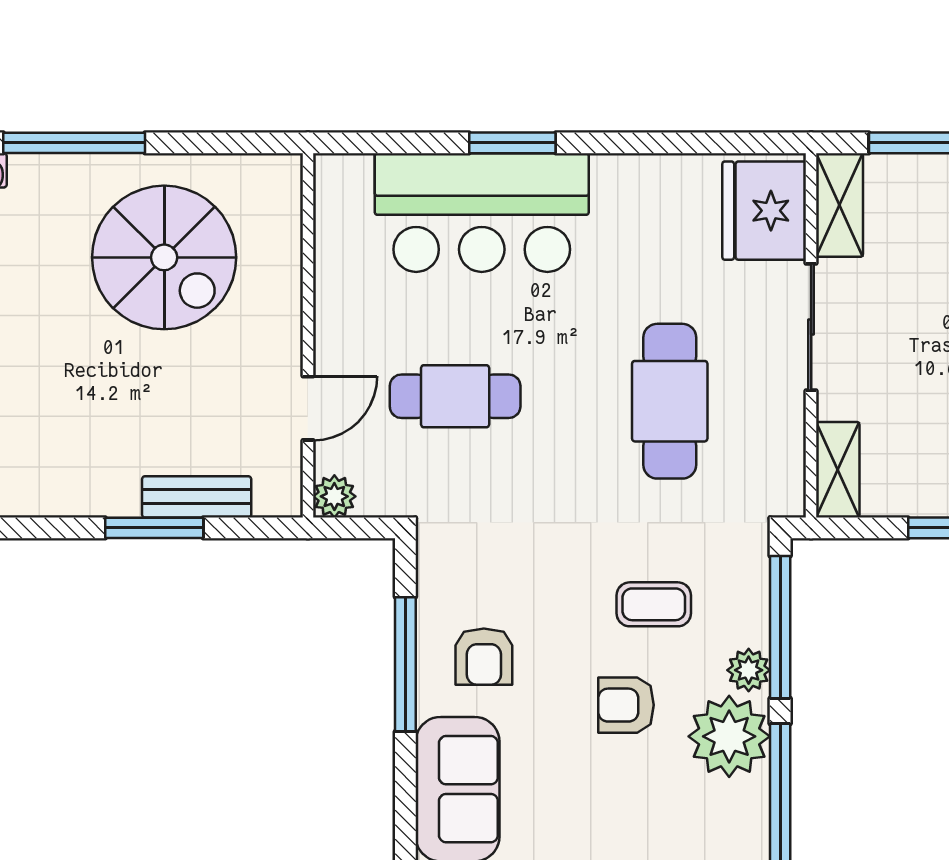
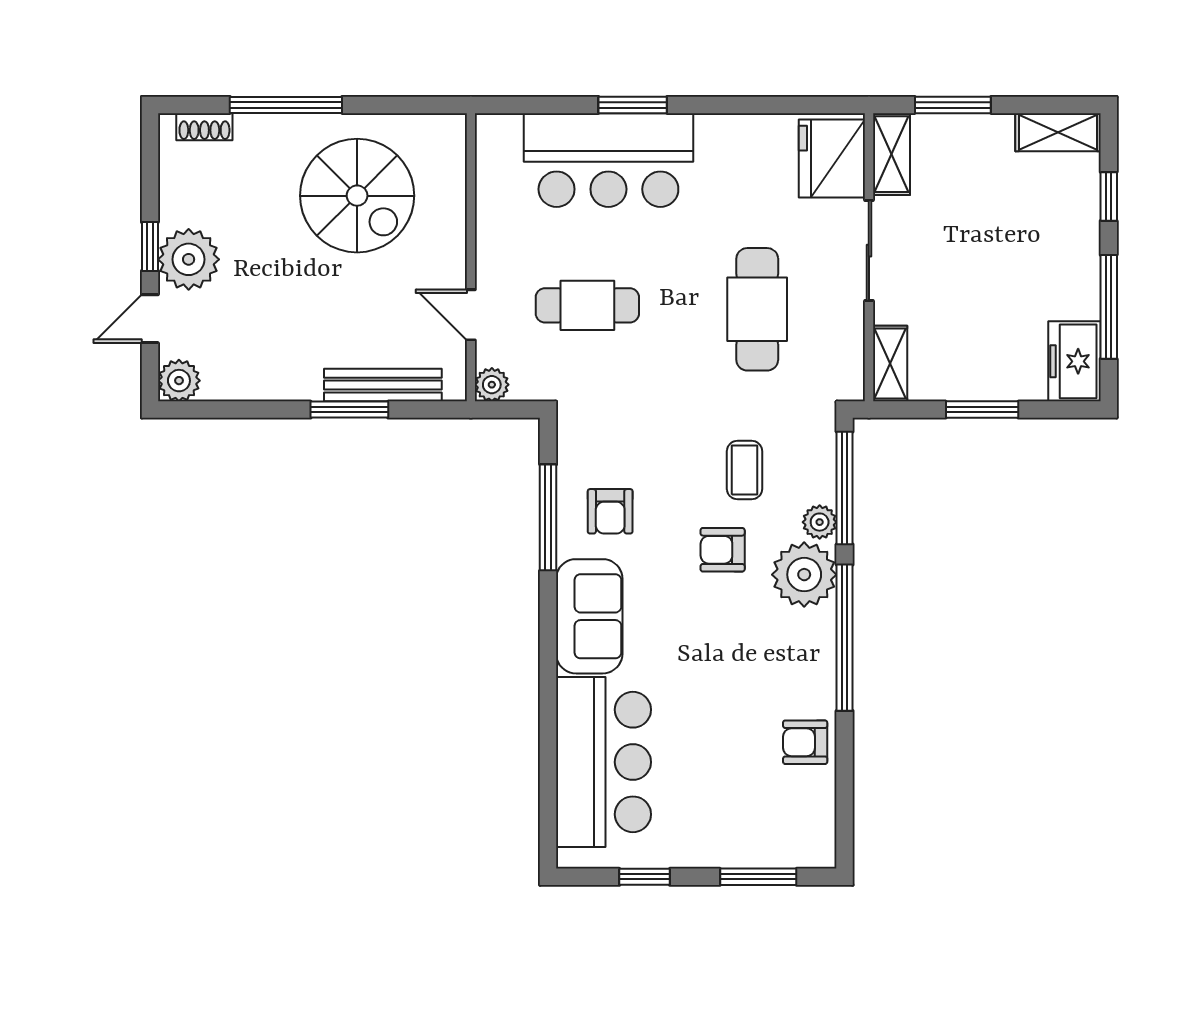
door: (308, 408) -> (471, 315), swing flipped
bench: (197, 497) -> (383, 385), width x1.36
coffee table: (654, 604) -> (745, 470), turned 90

